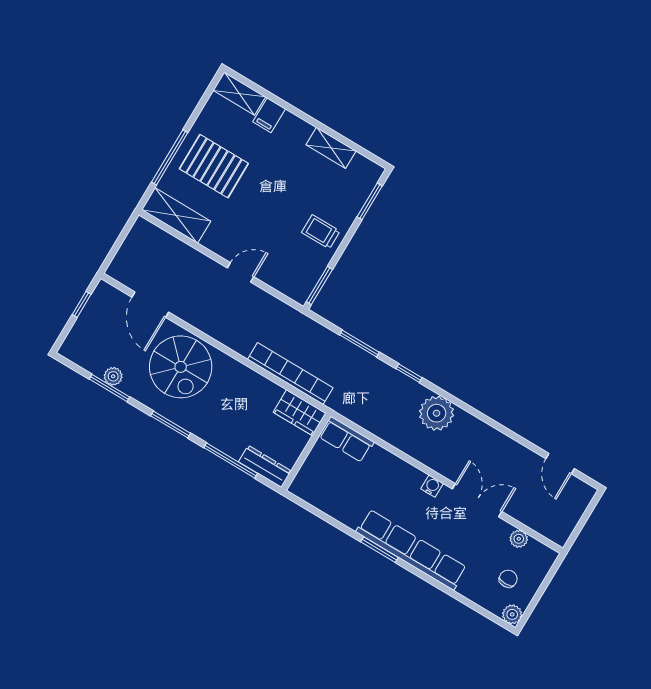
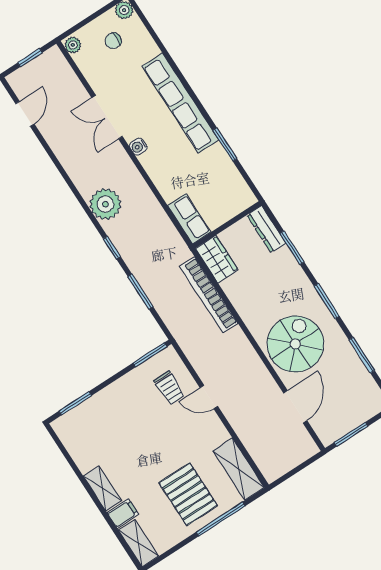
shelving: (331, 148) -> (102, 488), moved
trolley: (321, 232) -> (169, 388), moved
window: (82, 304) -> (351, 434), width x1.50
plant: (113, 376) -> (354, 363), removed
window: (231, 461) -> (292, 248), width x0.69
window: (582, 522) -> (30, 58), added
plant: (519, 539) -> (73, 45), moved
window: (379, 550) -> (225, 144), moved

